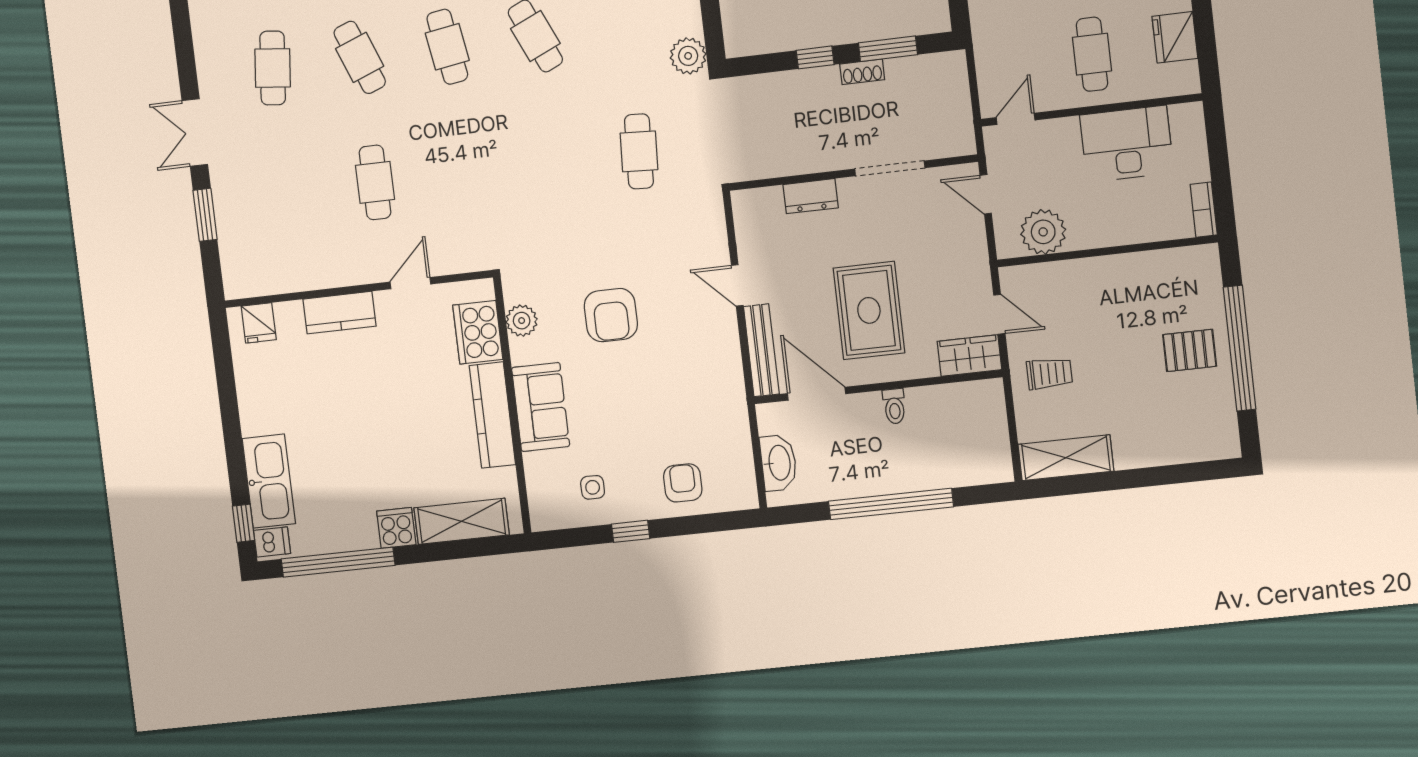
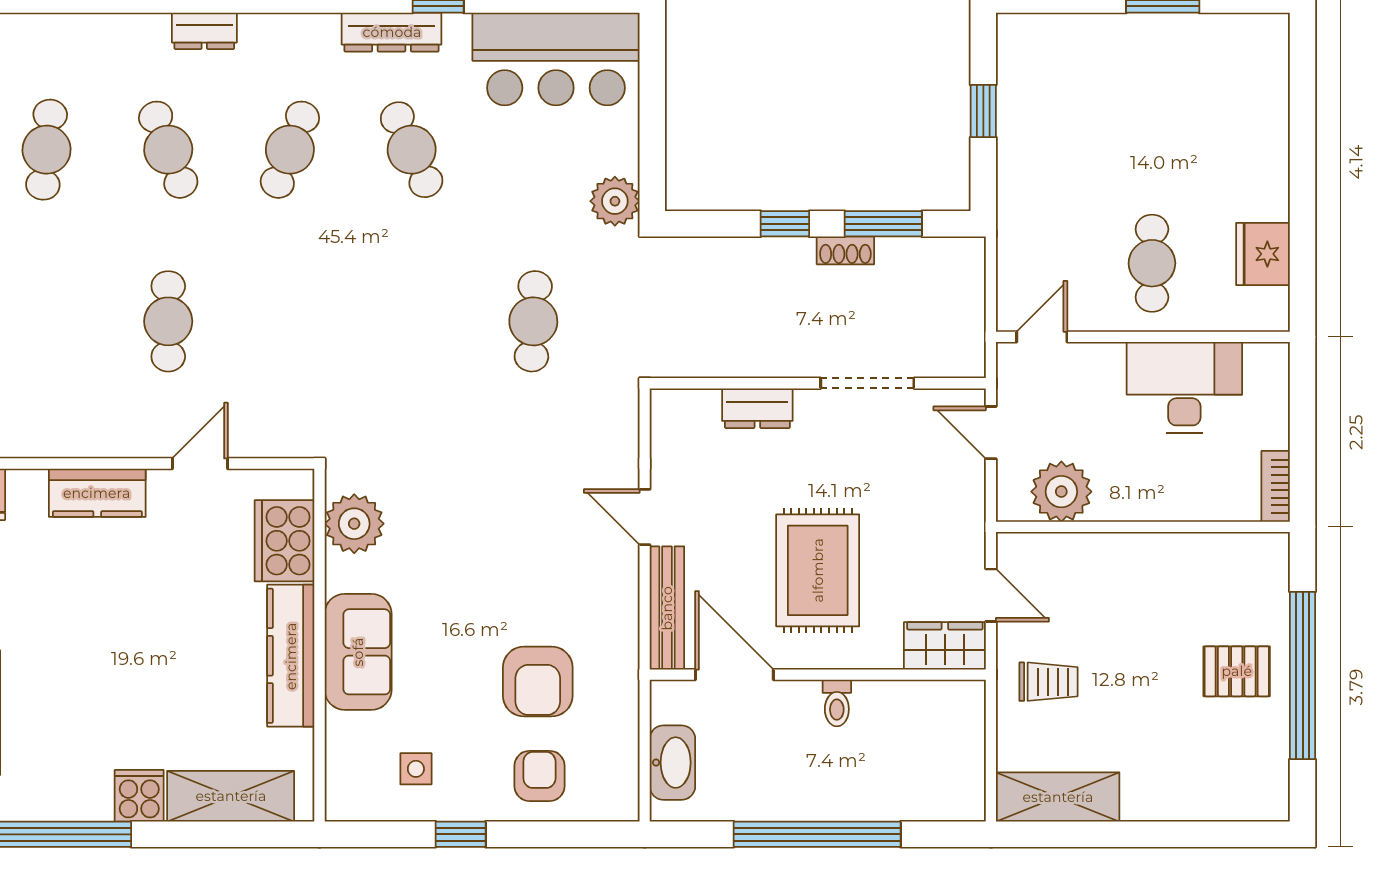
cafe table: (447, 47) -> (290, 150), turned 30
armchair: (611, 315) -> (538, 682), moved
plant: (522, 321) -> (354, 524), width x1.36, depth x1.36

